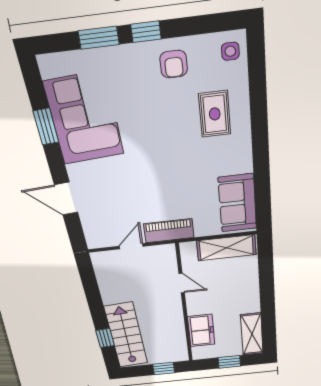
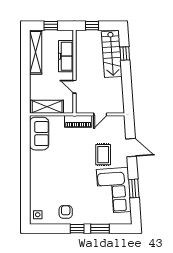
rug: (215, 114) -> (103, 155), moved
freezer: (201, 330) -> (66, 56), width x1.40
shelving: (252, 334) -> (36, 52), width x1.47

